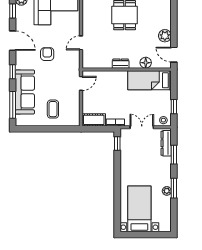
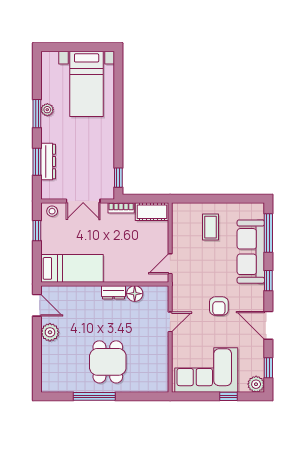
floor lamp: (146, 63) -> (135, 294), moved
dresser: (166, 143) -> (48, 161), moved

